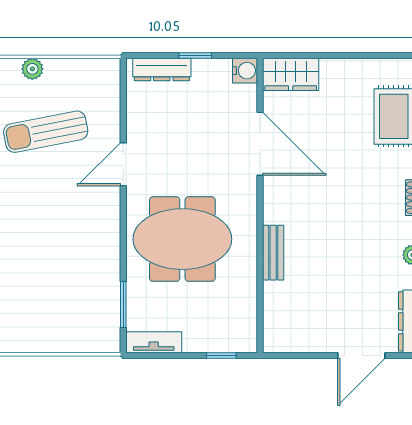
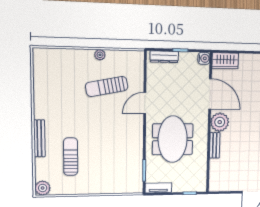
plant: (283, 203) -> (220, 122), added
meeting table: (182, 239) -> (173, 139), turned 90

